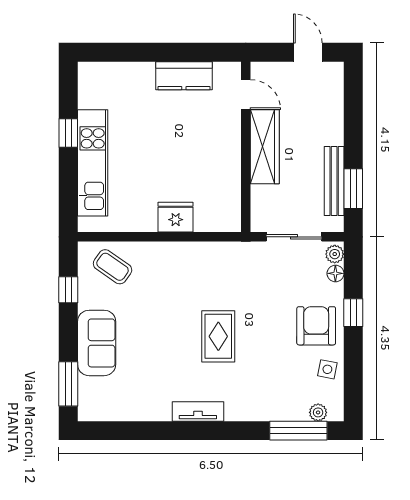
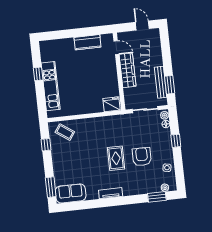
fridge: (176, 217) -> (112, 104), moved
armchair: (316, 326) -> (142, 157), moved
sofa: (97, 343) -> (71, 193), moved, turned -90
window: (298, 431) -> (157, 197), width x0.69

